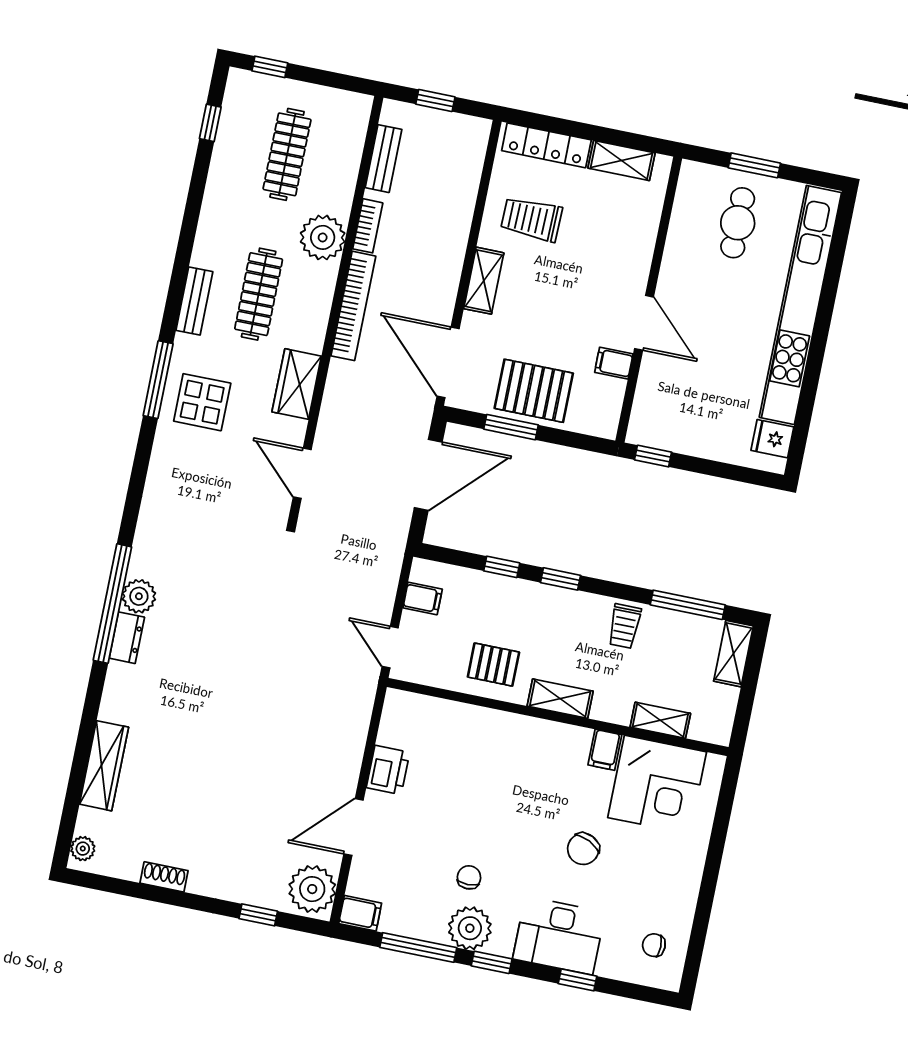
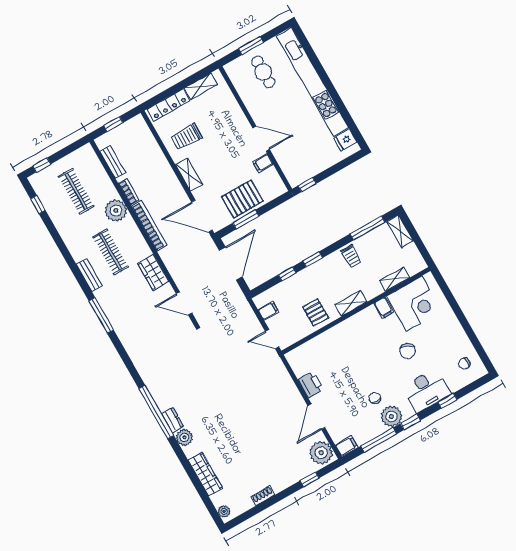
display table: (202, 402) -> (125, 310), removed
plant: (139, 596) -> (184, 437), moved
pallet: (493, 665) -> (316, 312), turned 90

